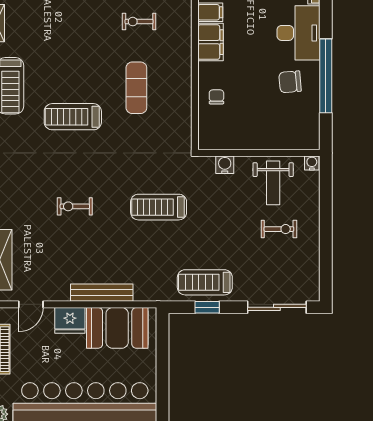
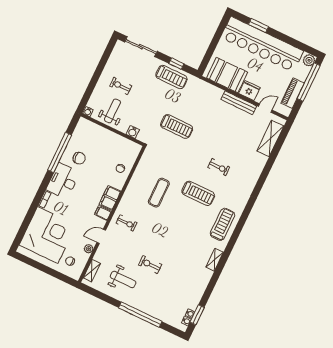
exercise bike: (139, 22) -> (126, 223), moved
exercise bike: (75, 206) -> (219, 167), moved
bench: (102, 293) -> (239, 103), moved

